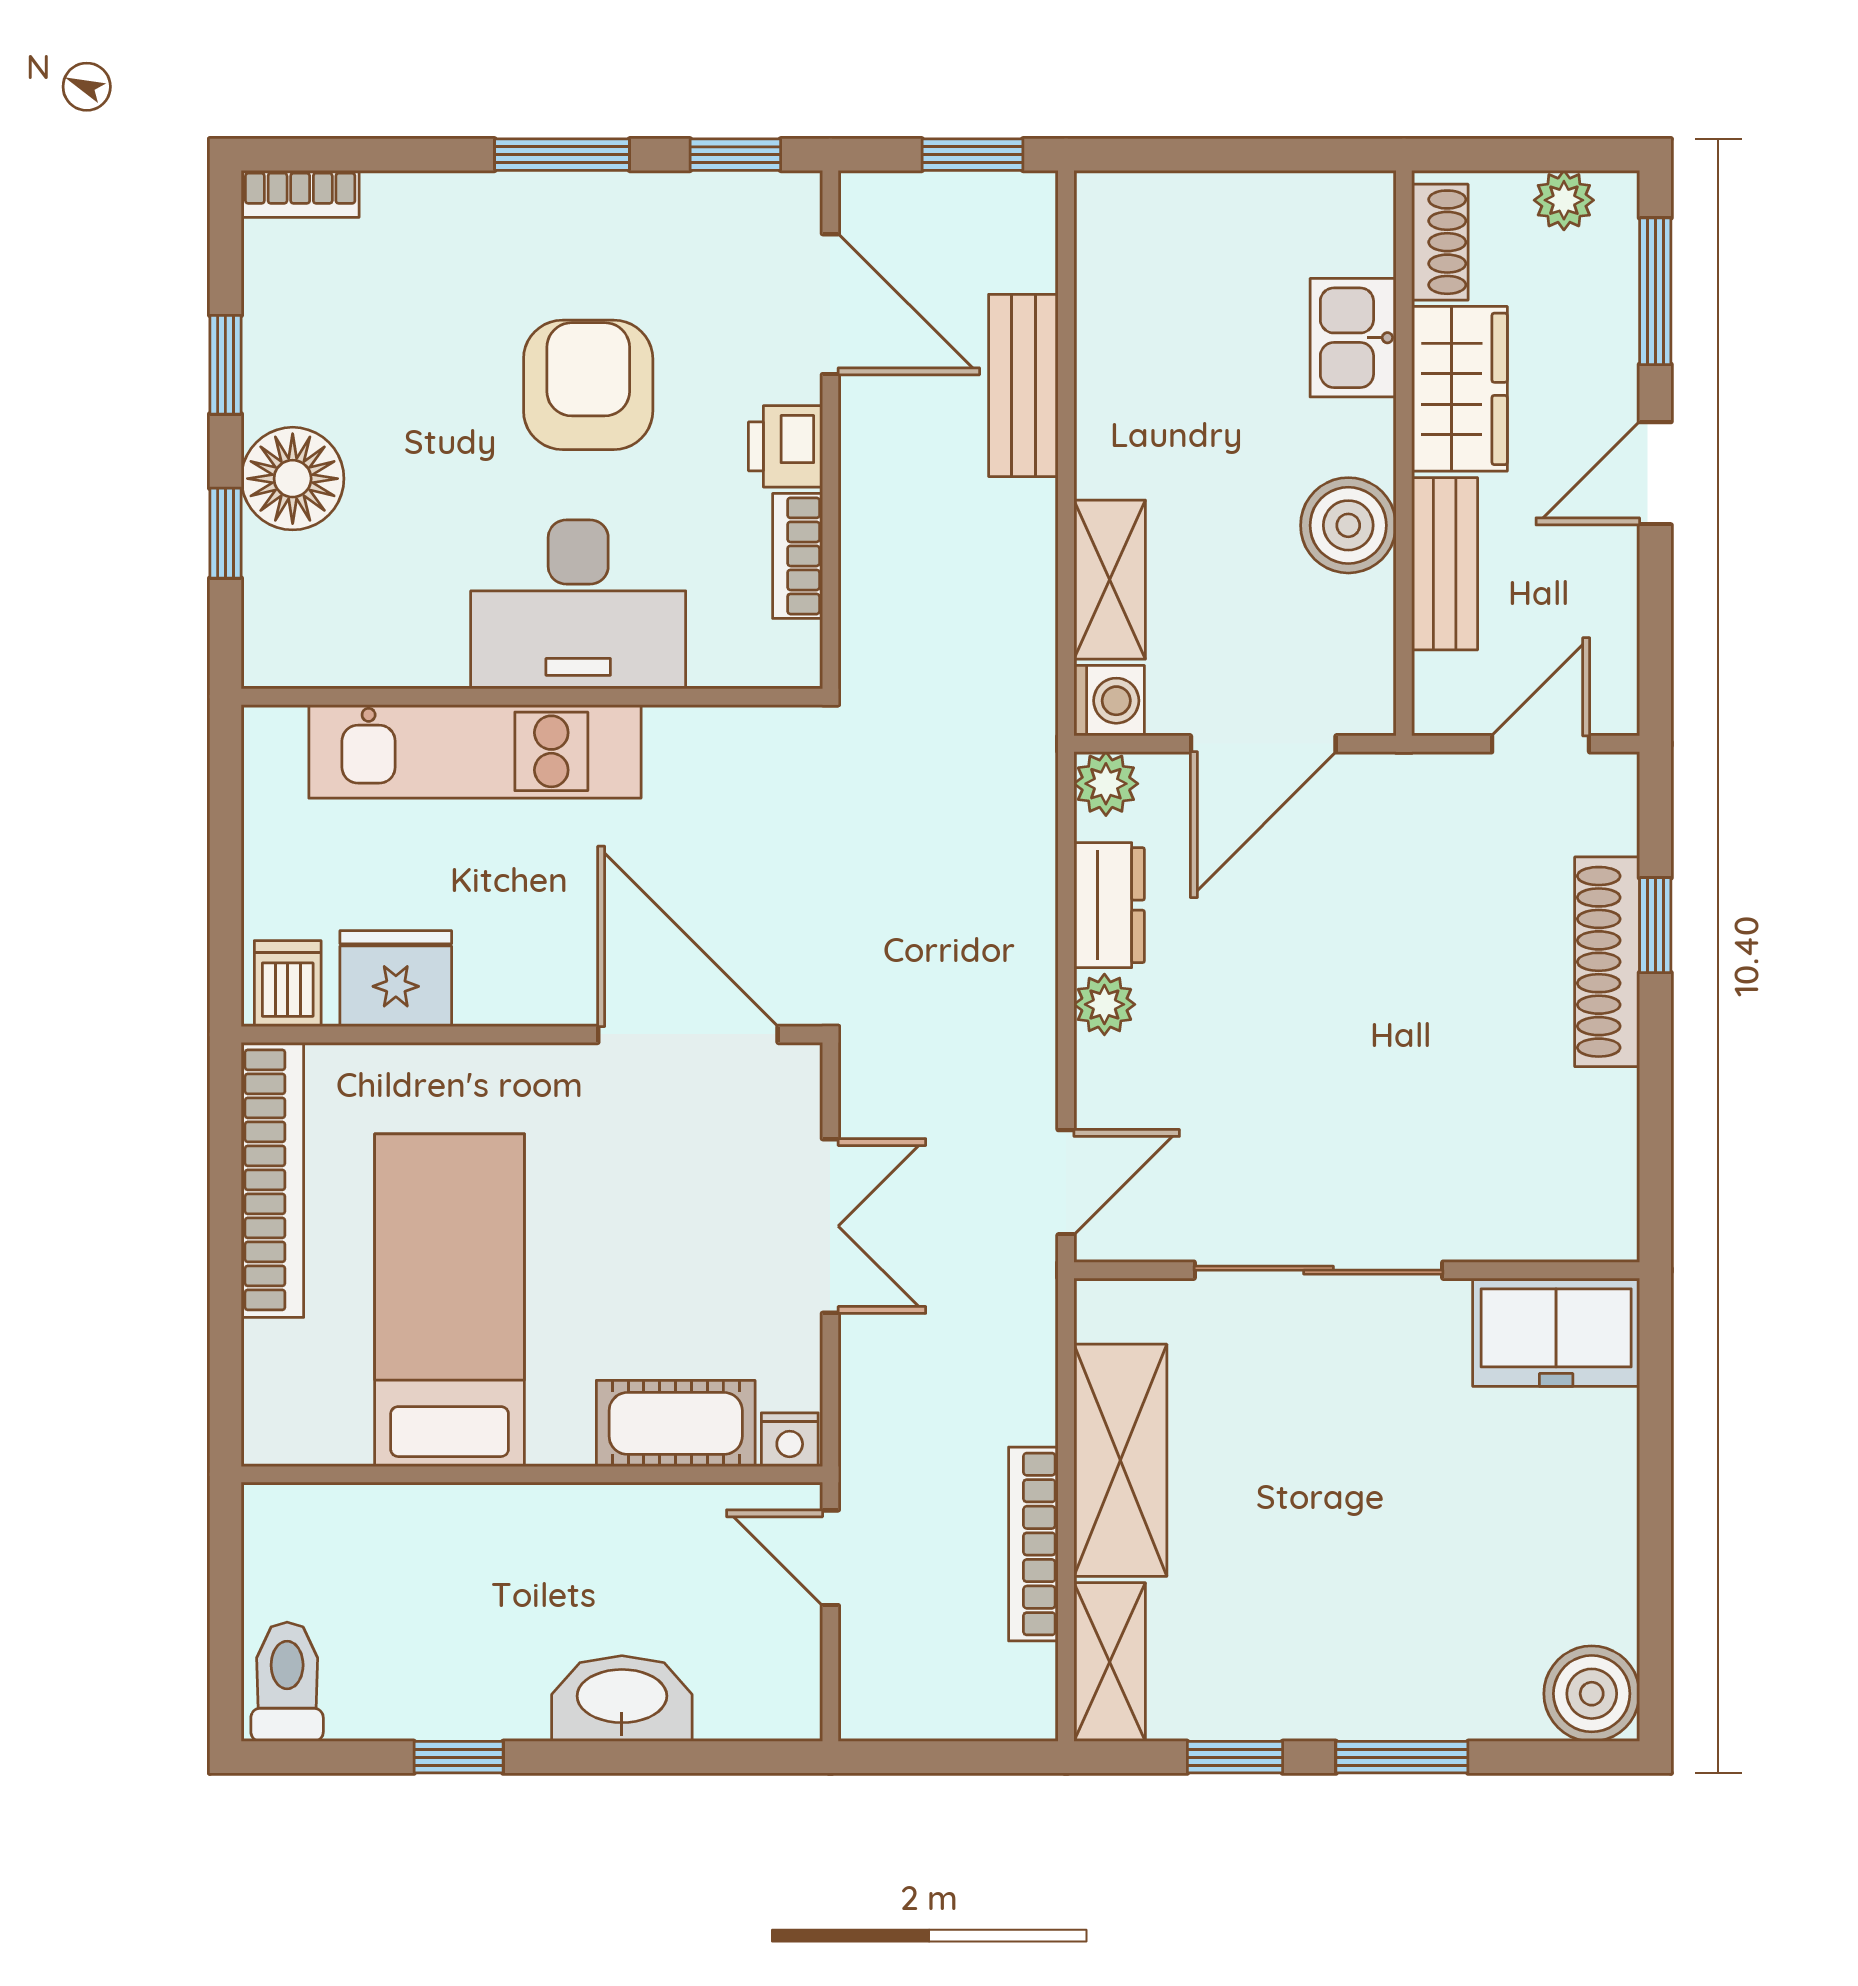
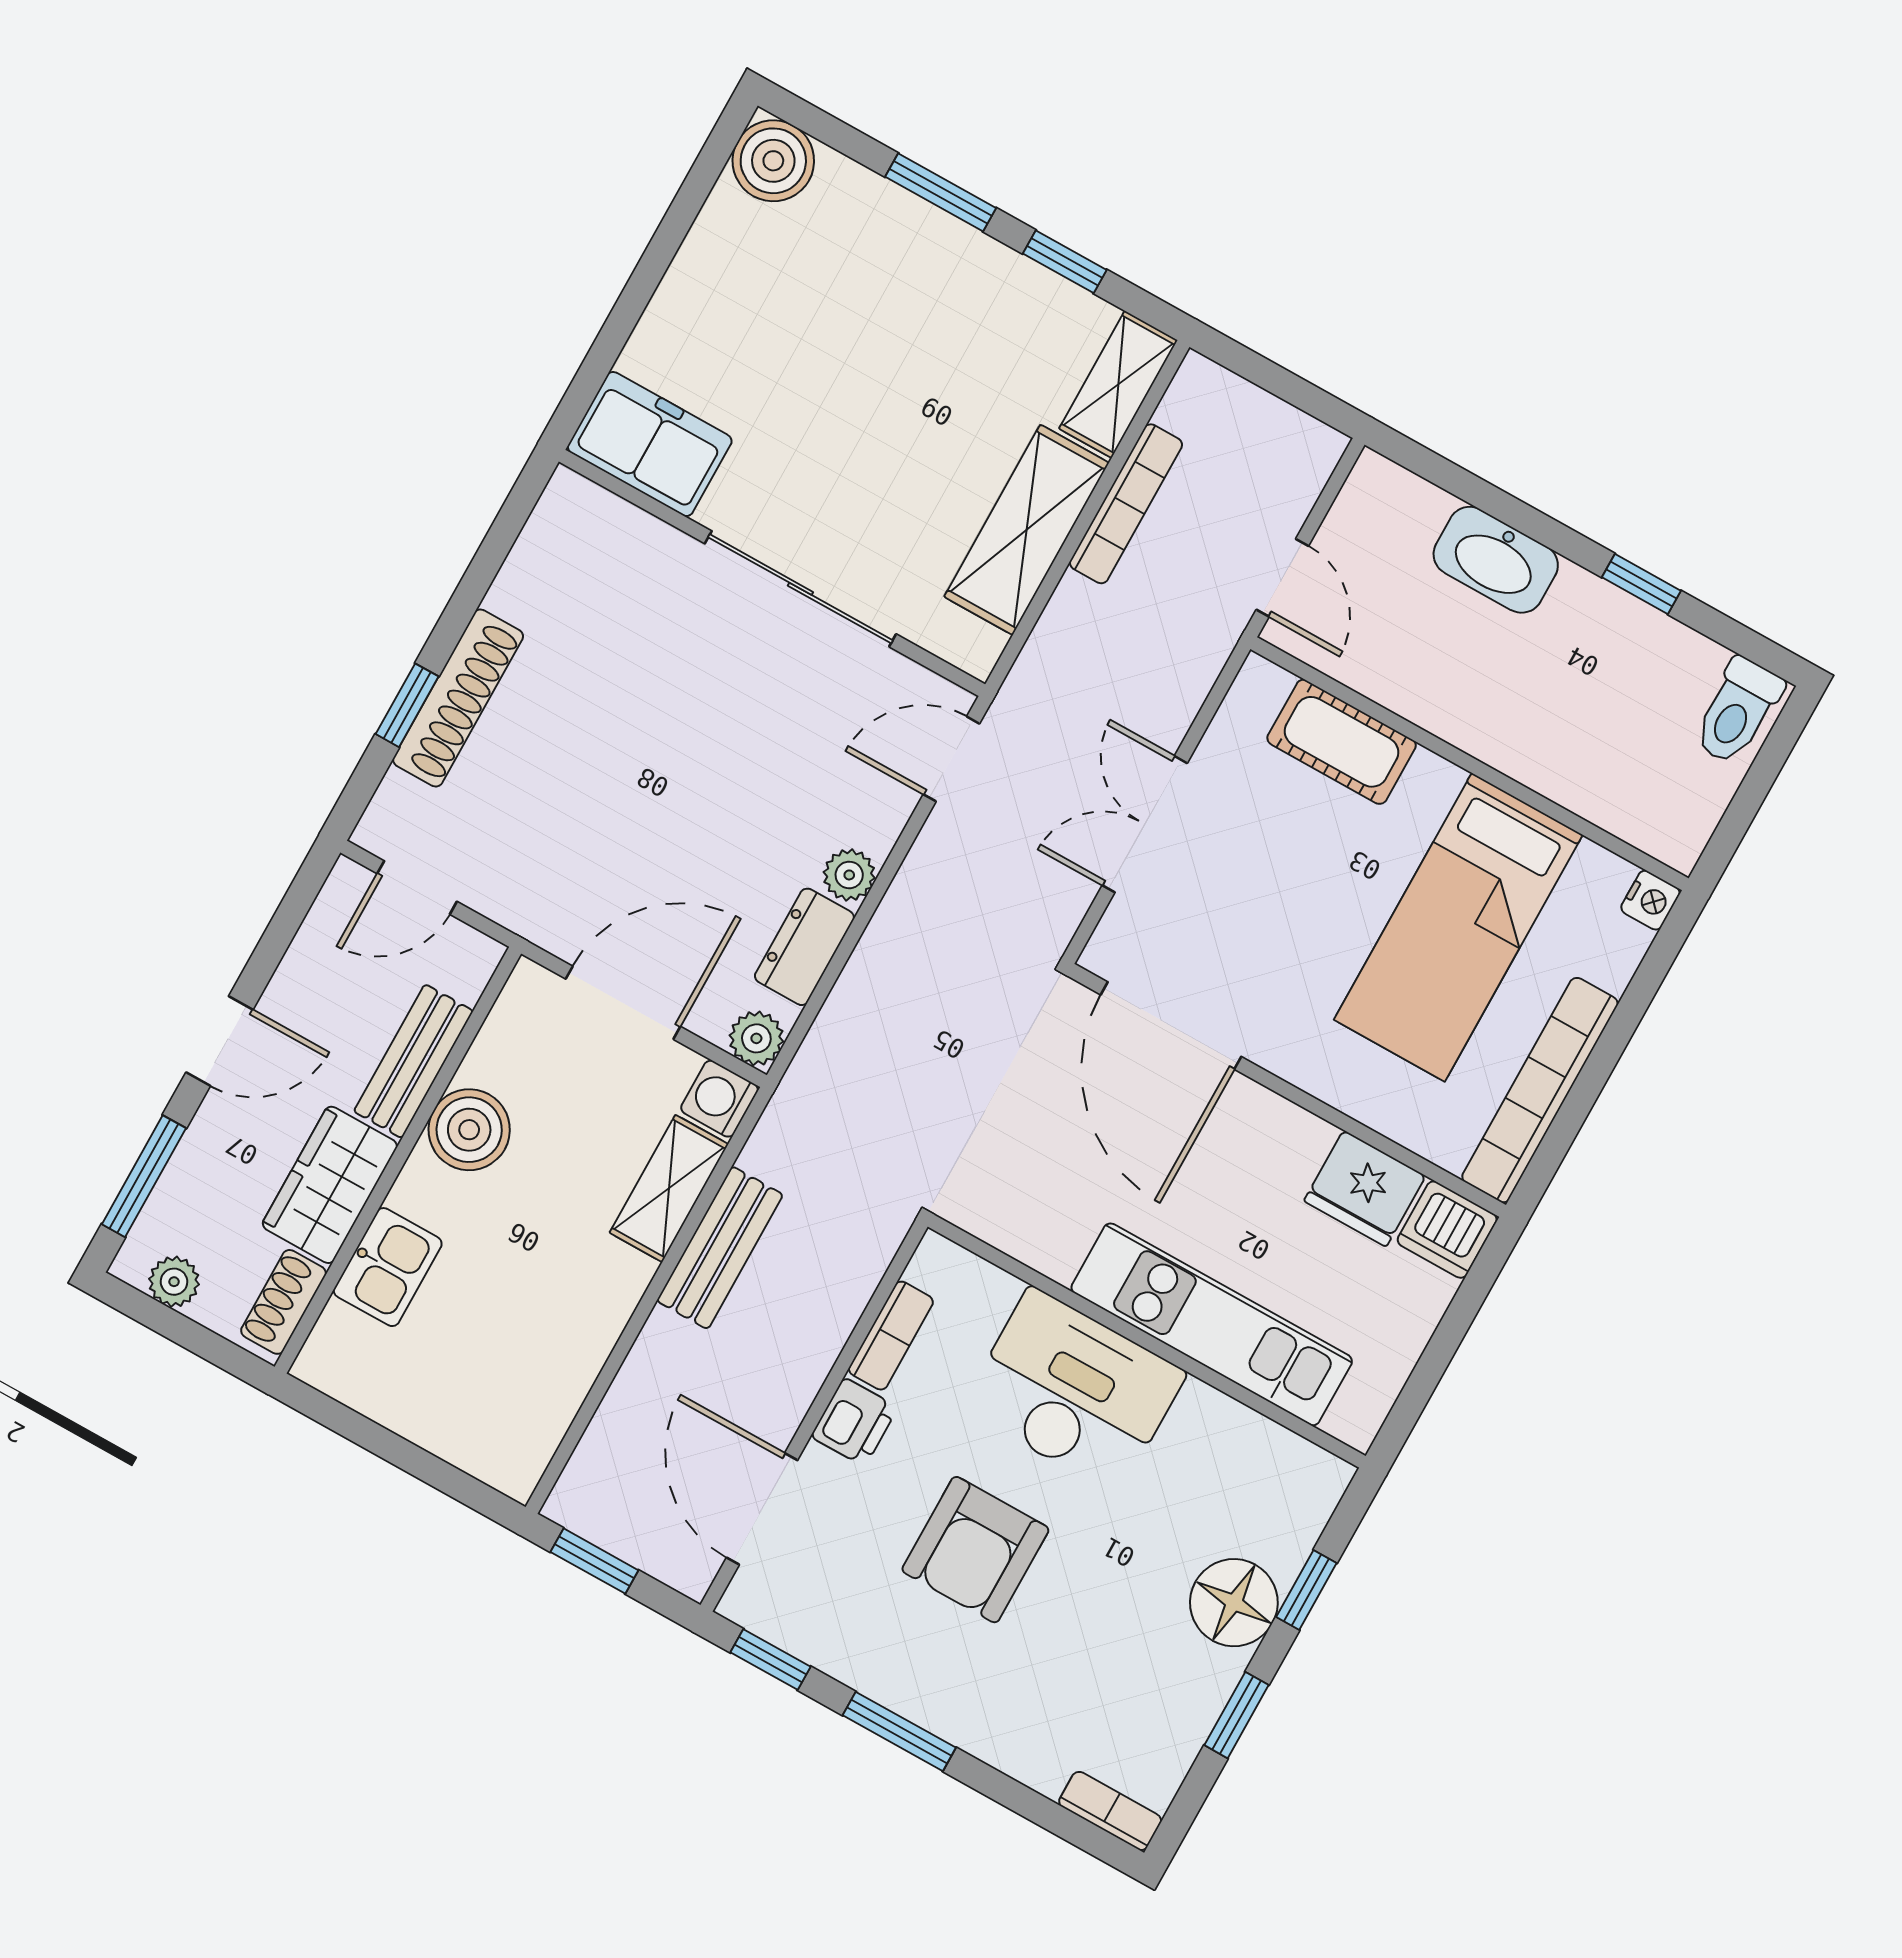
bench: (1023, 385) -> (720, 1248), moved
dishwasher: (288, 984) -> (1447, 1230), width x1.38
nightstand: (790, 1440) -> (1650, 900), moved, turned 90

